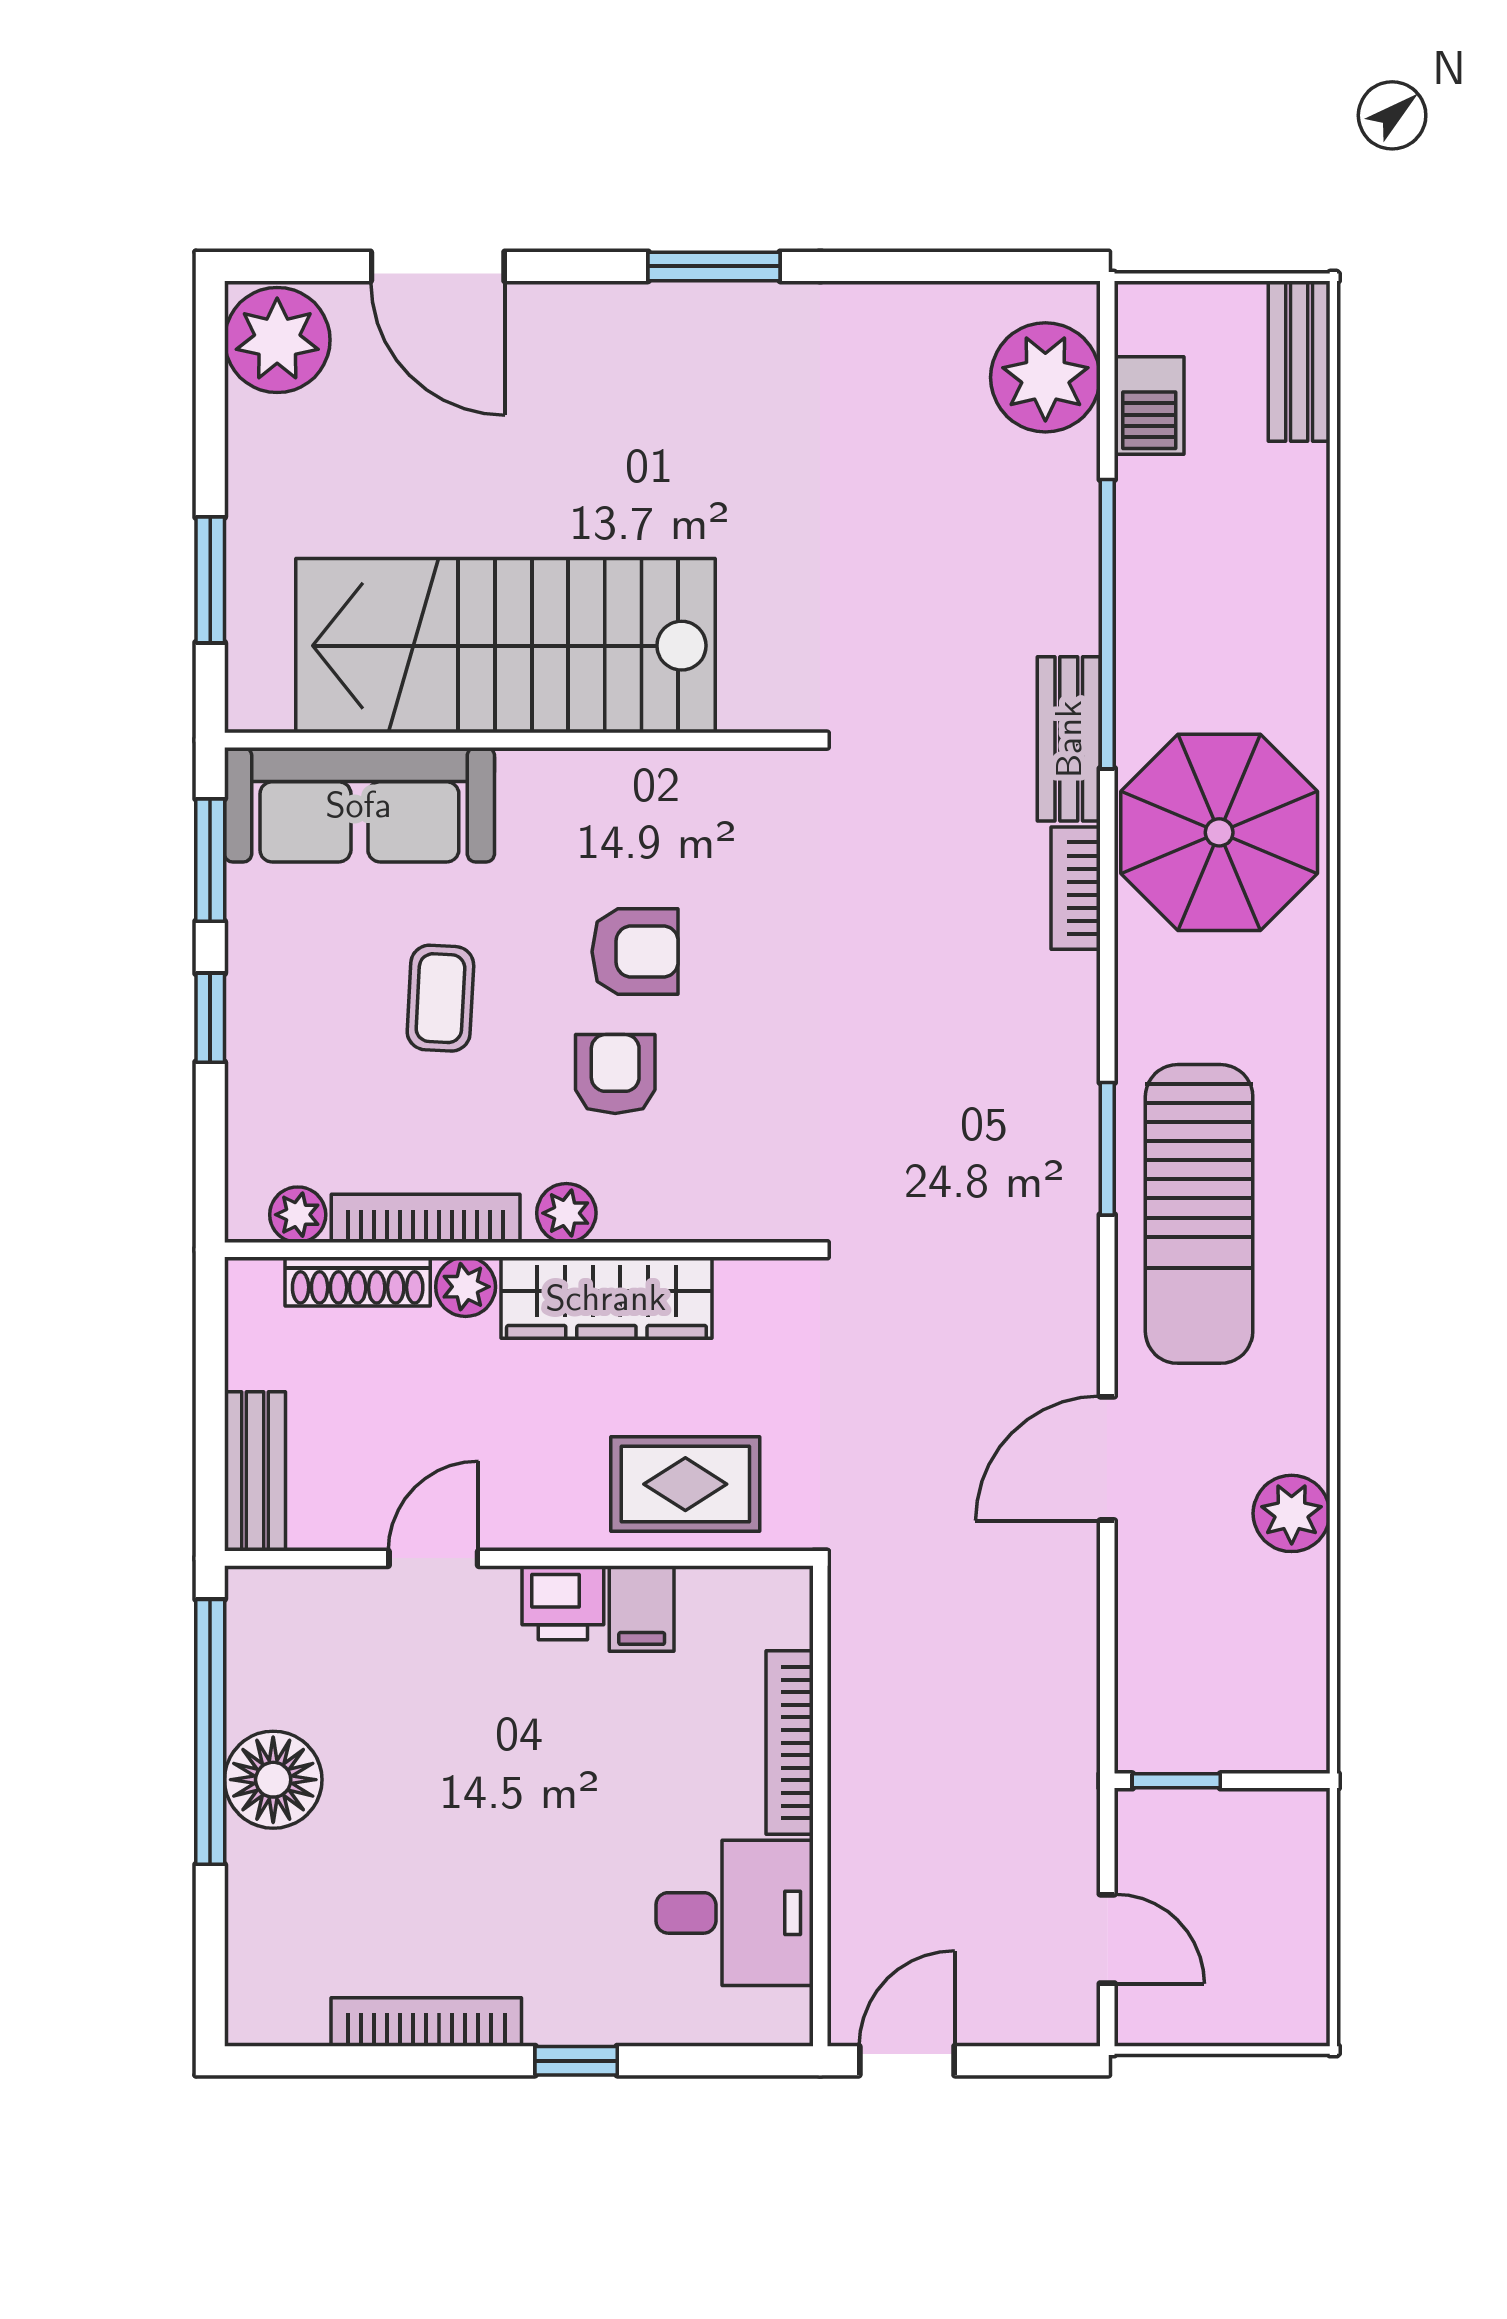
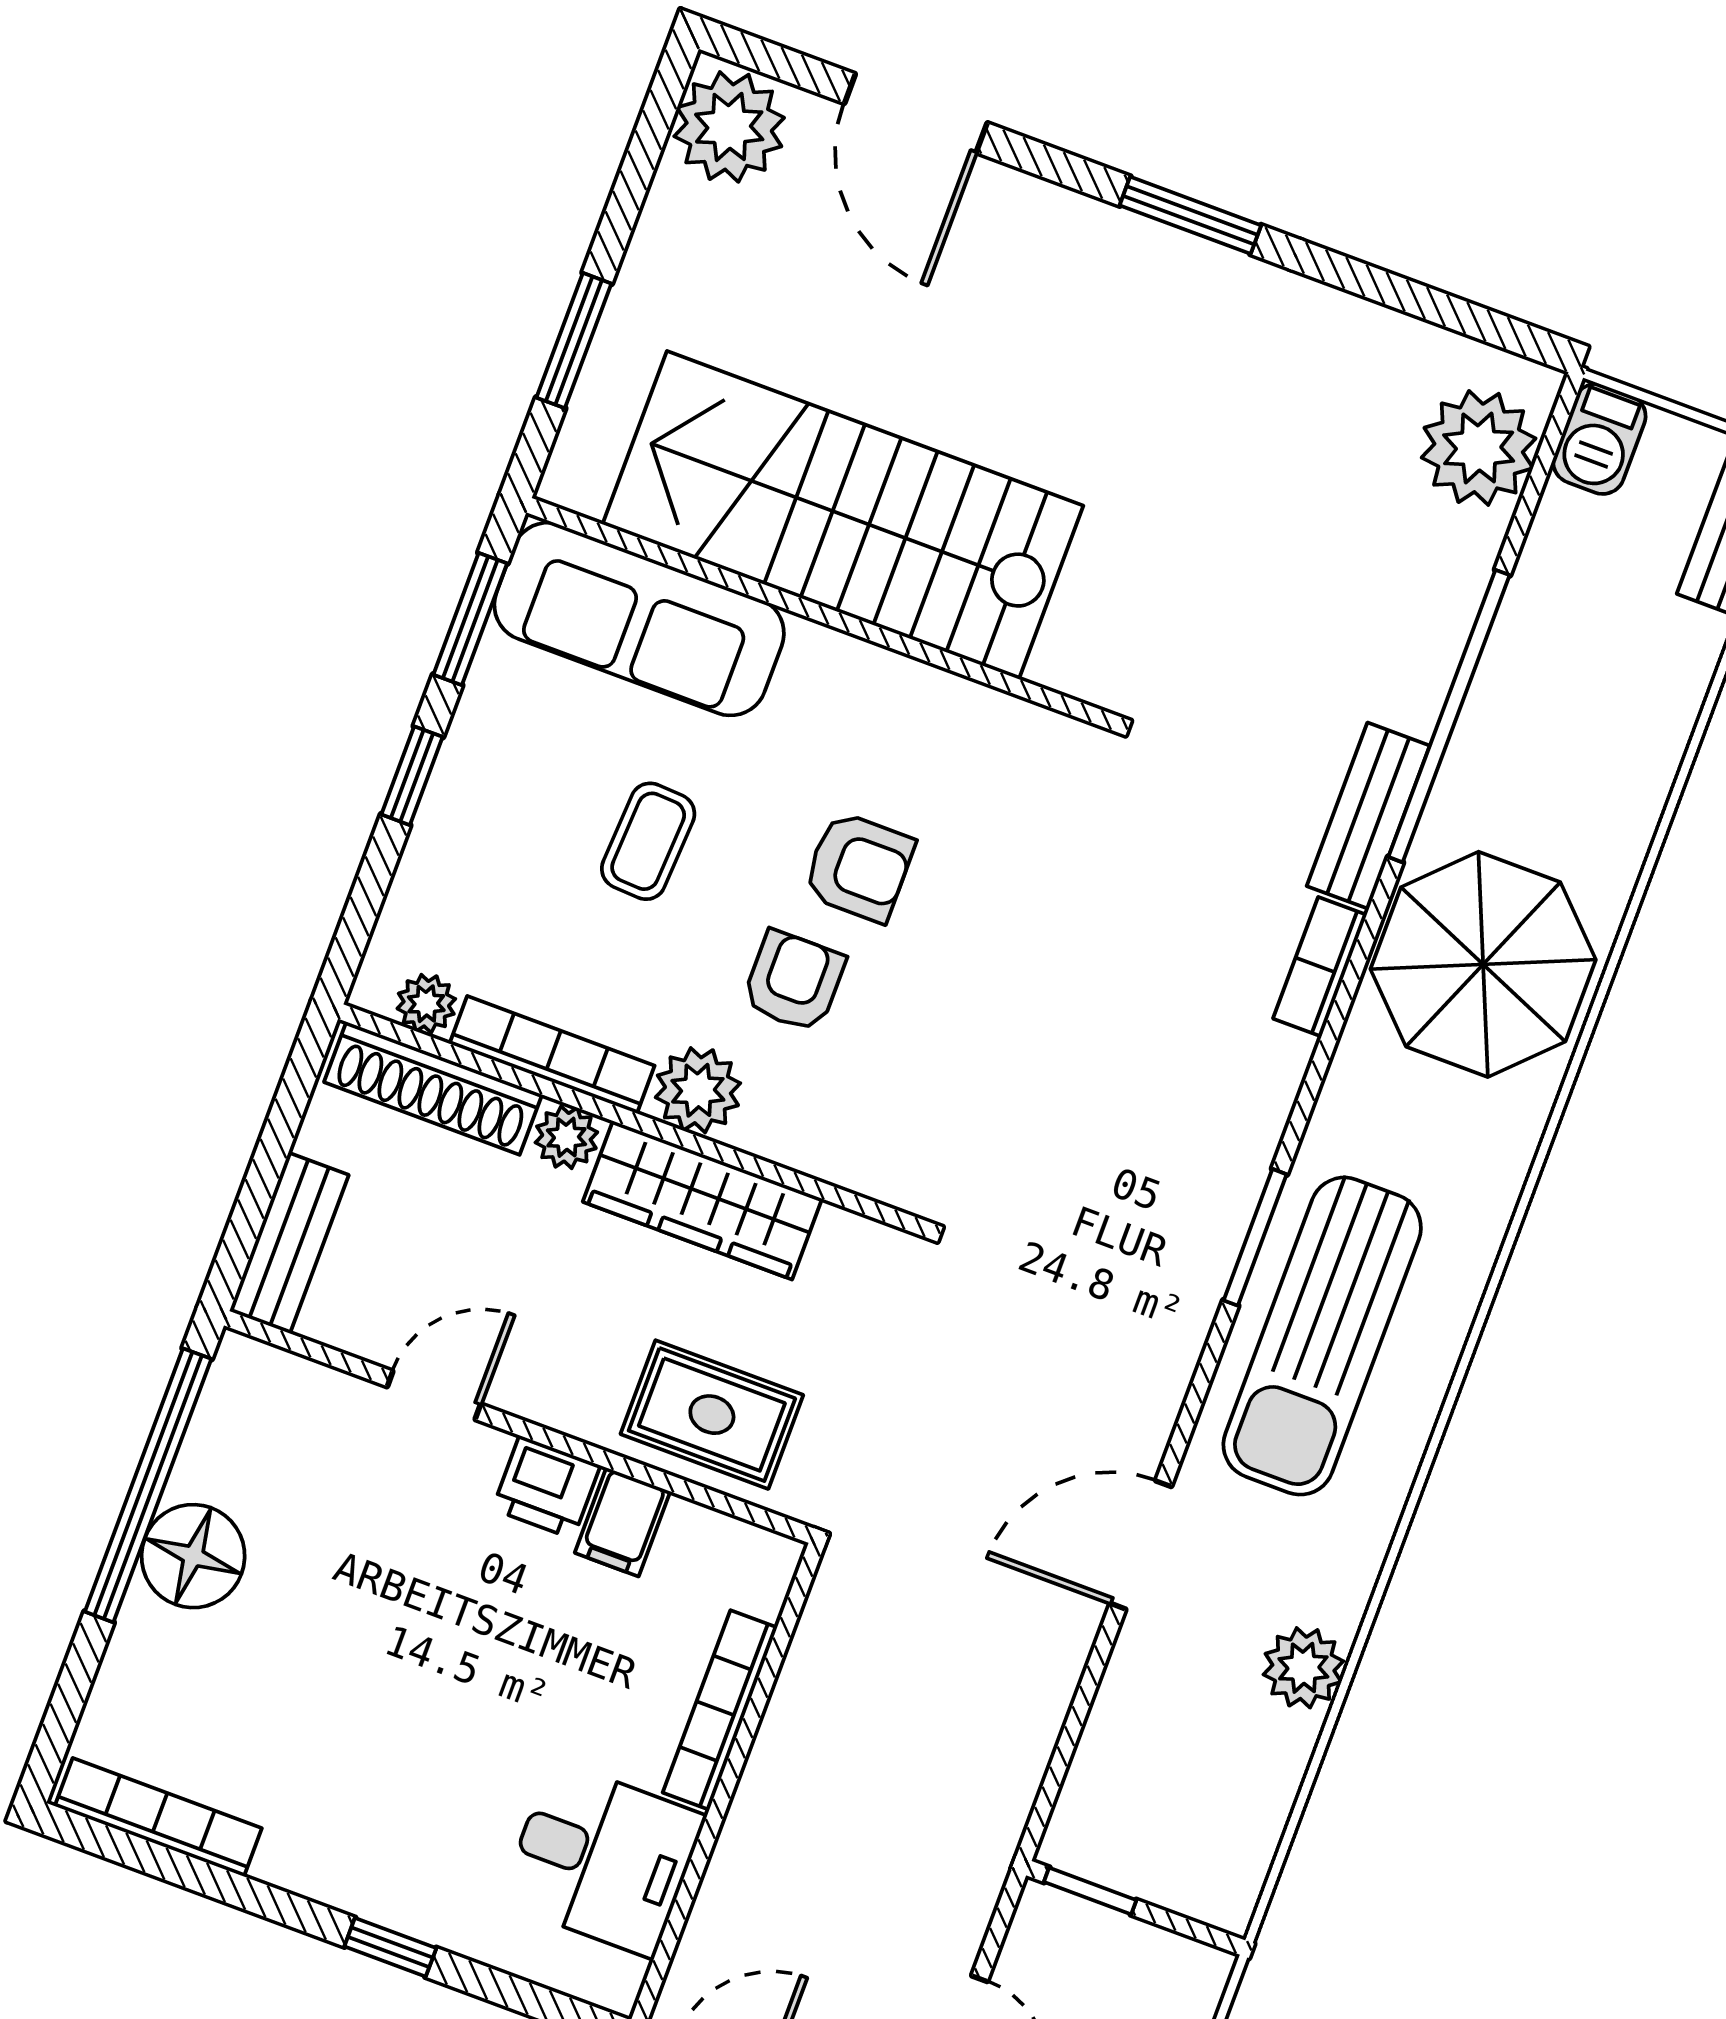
barbecue: (1149, 406) -> (1599, 439), moved
plant: (566, 1213) -> (698, 1090), width x1.38, depth x1.38
shoe rack: (358, 1282) -> (433, 1088), width x1.36, depth x1.24
bookcase: (426, 2022) -> (158, 1817), moved

